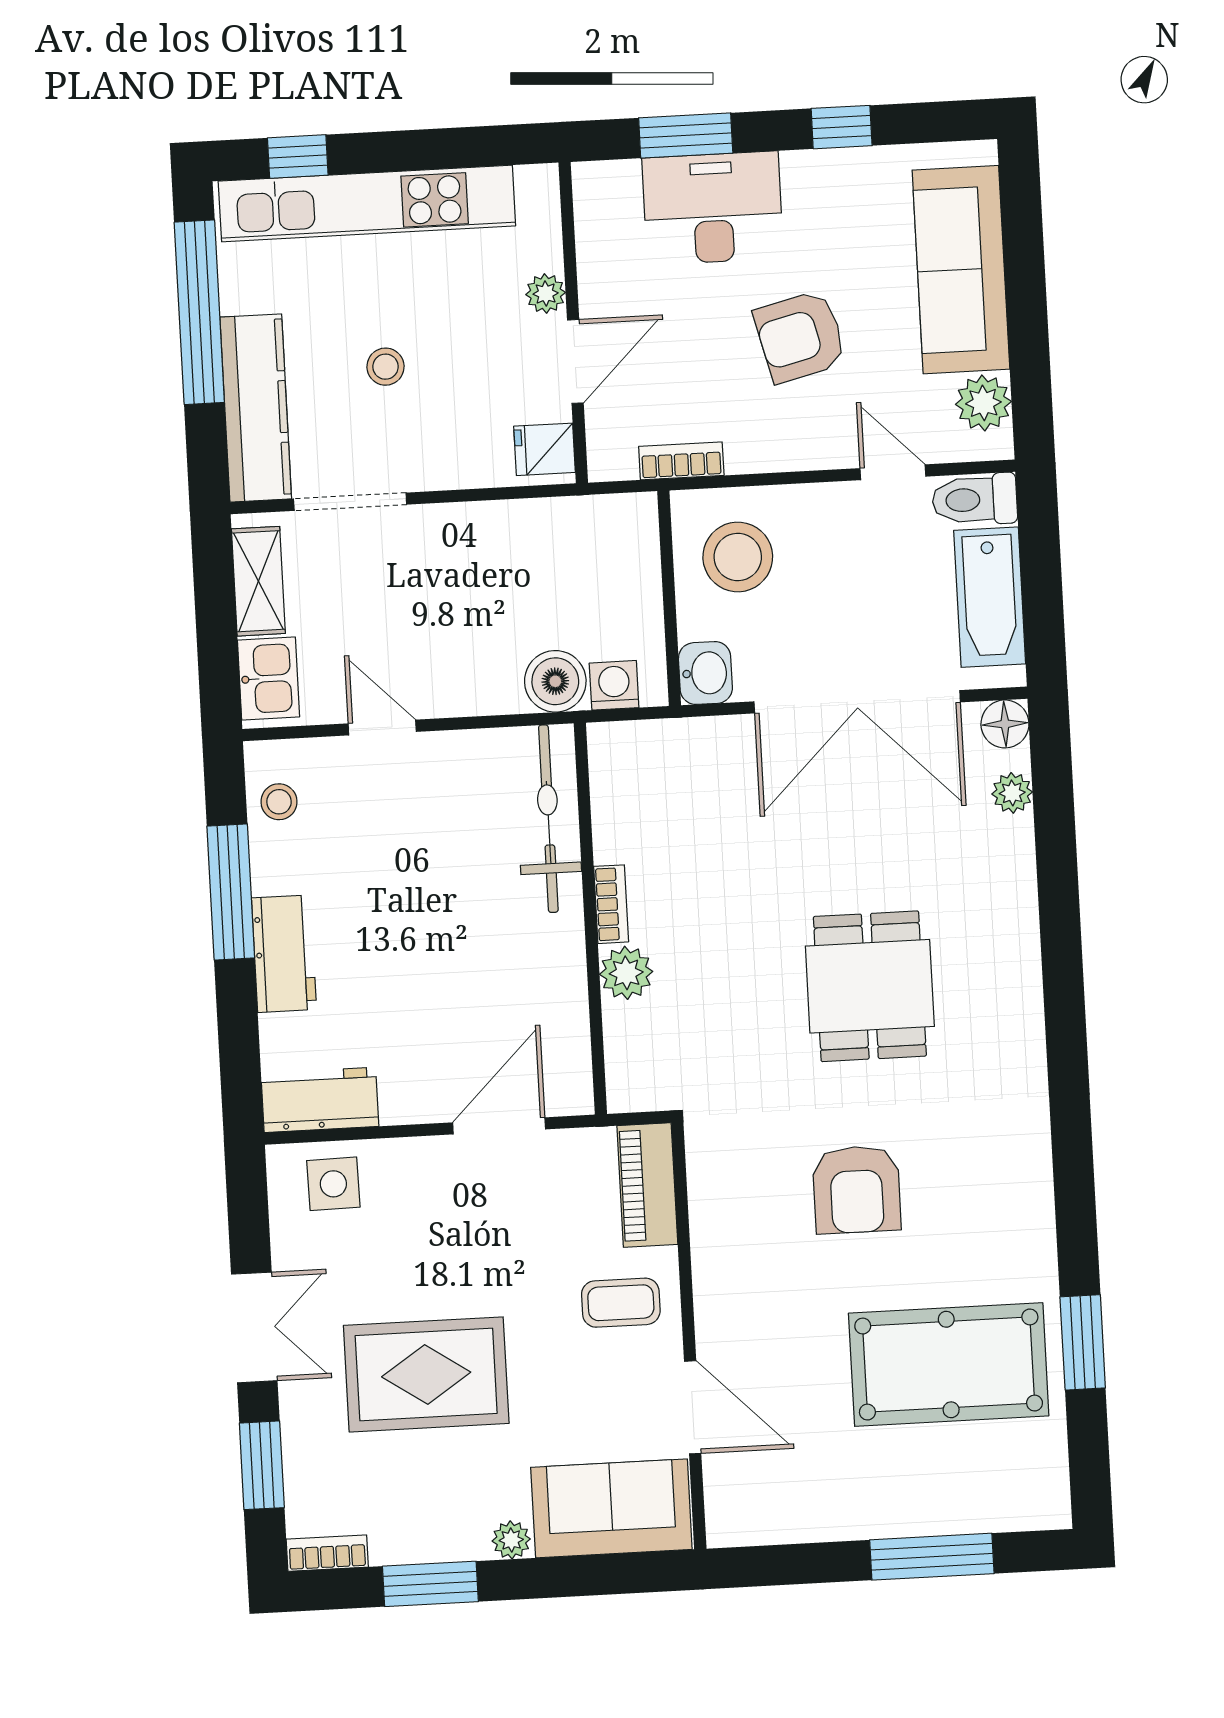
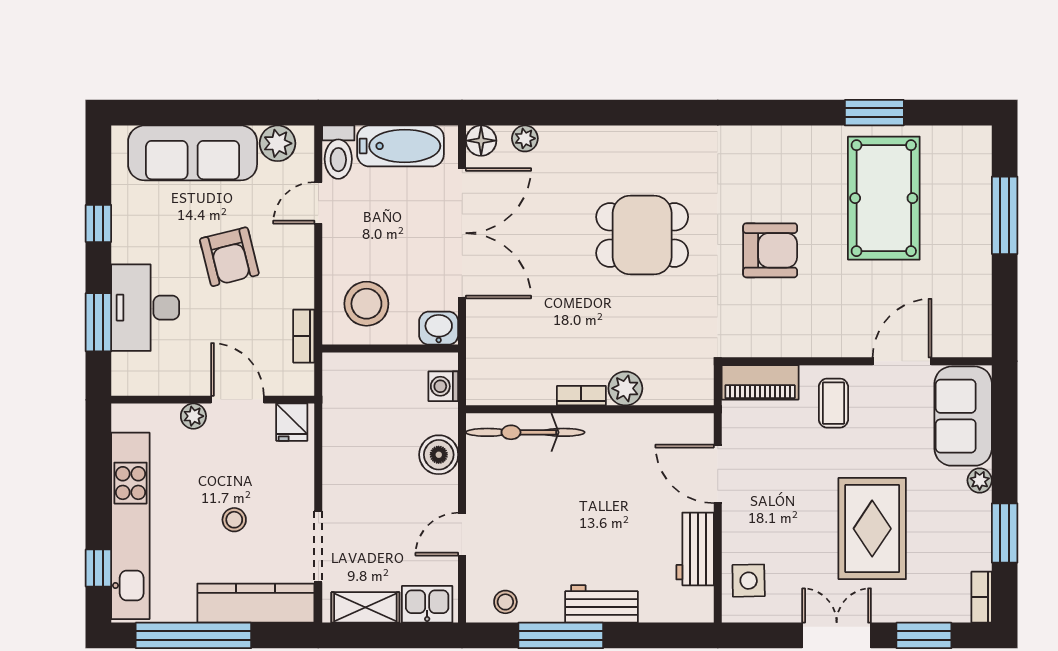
boiler: (555, 681) -> (439, 455), moved
workbench: (320, 1100) -> (695, 549), moved

